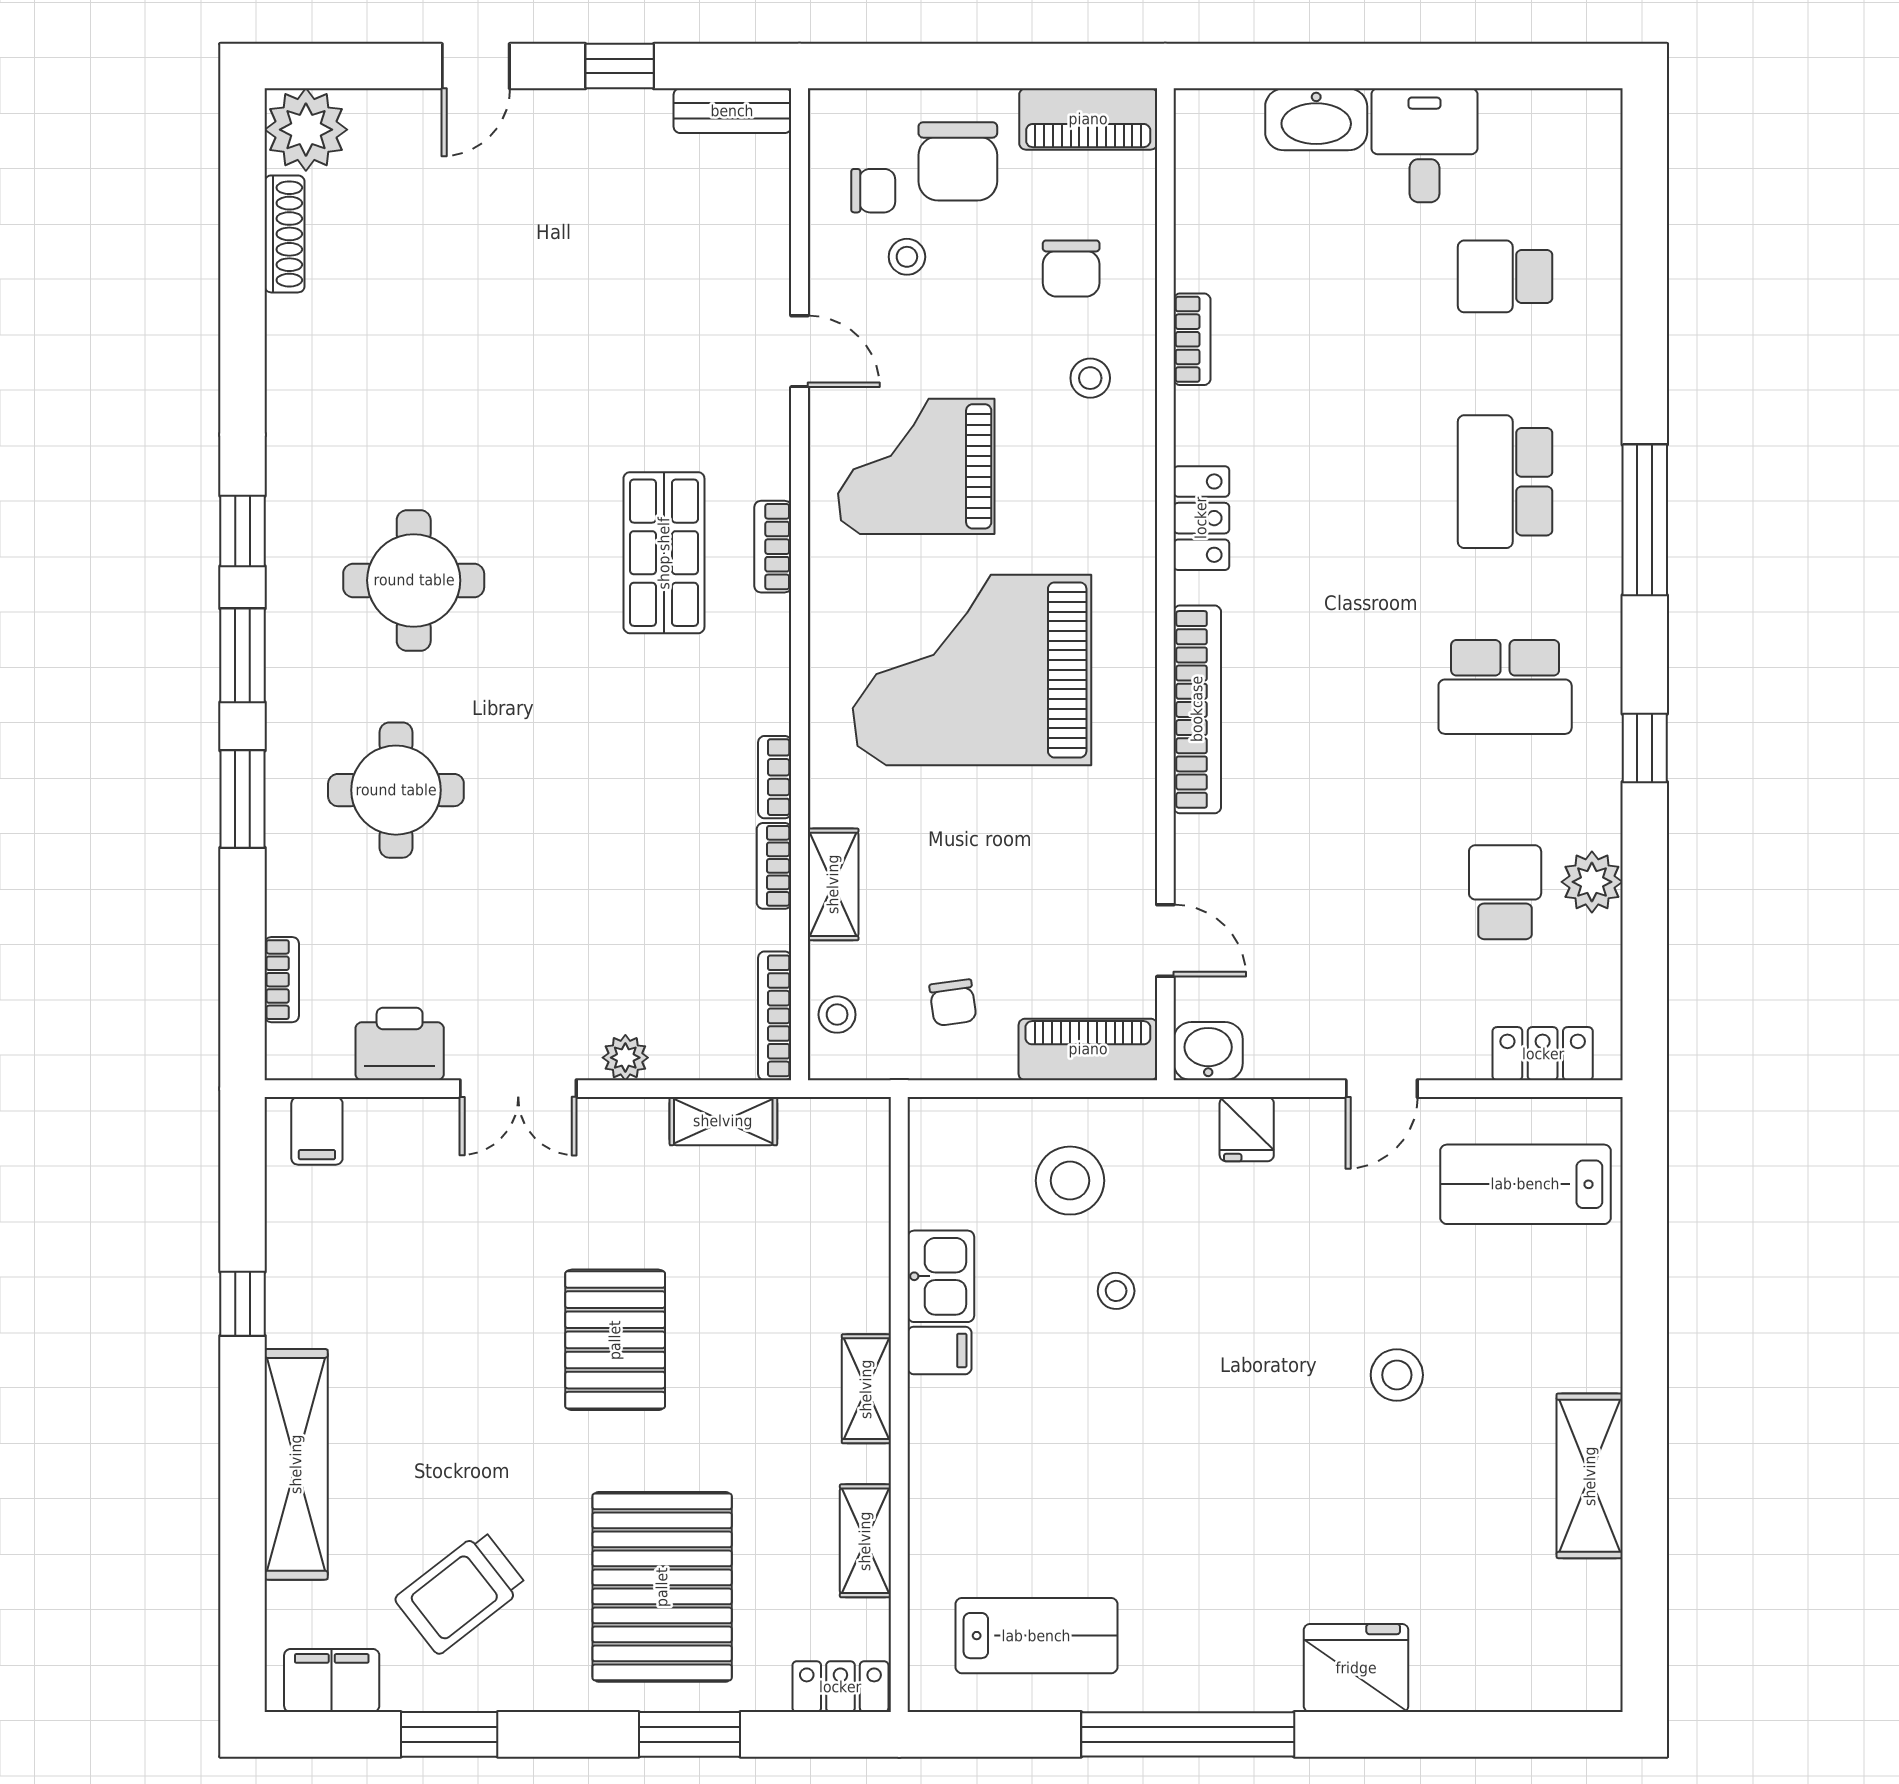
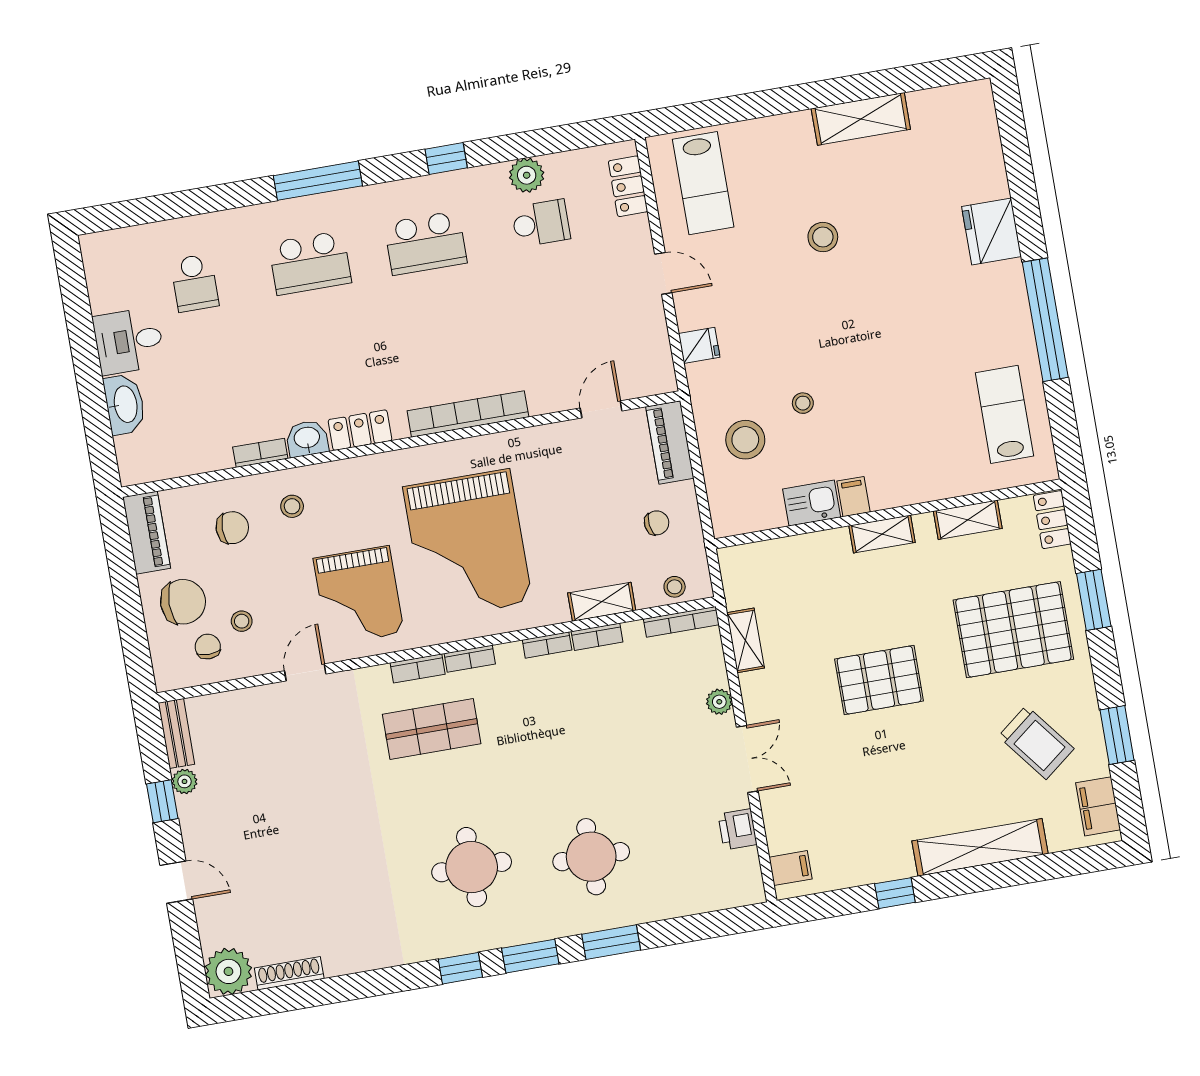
plant: (647, 110) -> (184, 781), added
school desk: (1505, 687) -> (425, 243), turned 90
school desk: (1505, 892) -> (541, 223), turned 180
bookcase: (282, 980) -> (470, 659), moved, turned 180
printer: (400, 1044) -> (738, 829), width x0.73, depth x0.81
washbasin: (1208, 1051) -> (307, 438), moved, turned 90

